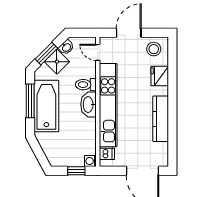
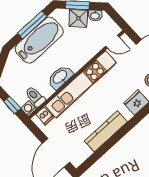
door: (98, 52) -> (112, 42), swing flipped
toilet: (86, 85) -> (35, 97), moved
washbasin: (89, 104) -> (60, 77), moved

